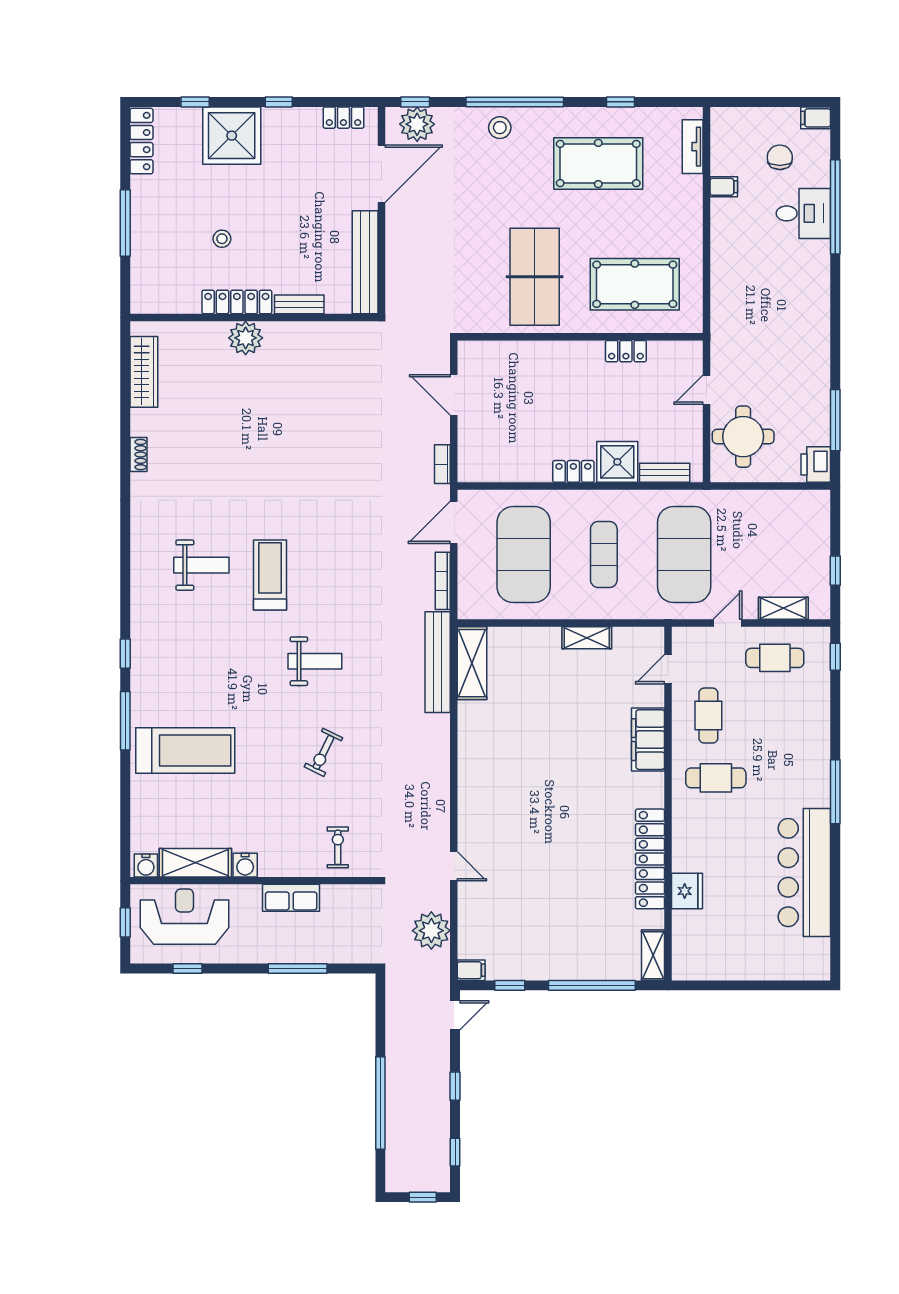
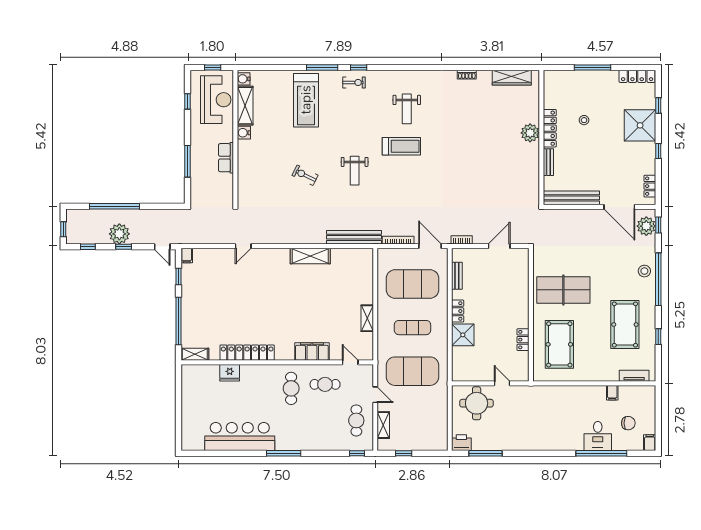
bench: (665, 473) -> (457, 276), moved
shelving: (472, 663) -> (310, 256), moved
exercise bike: (338, 847) -> (354, 82), moved
plant: (431, 931) -> (119, 234), moved

